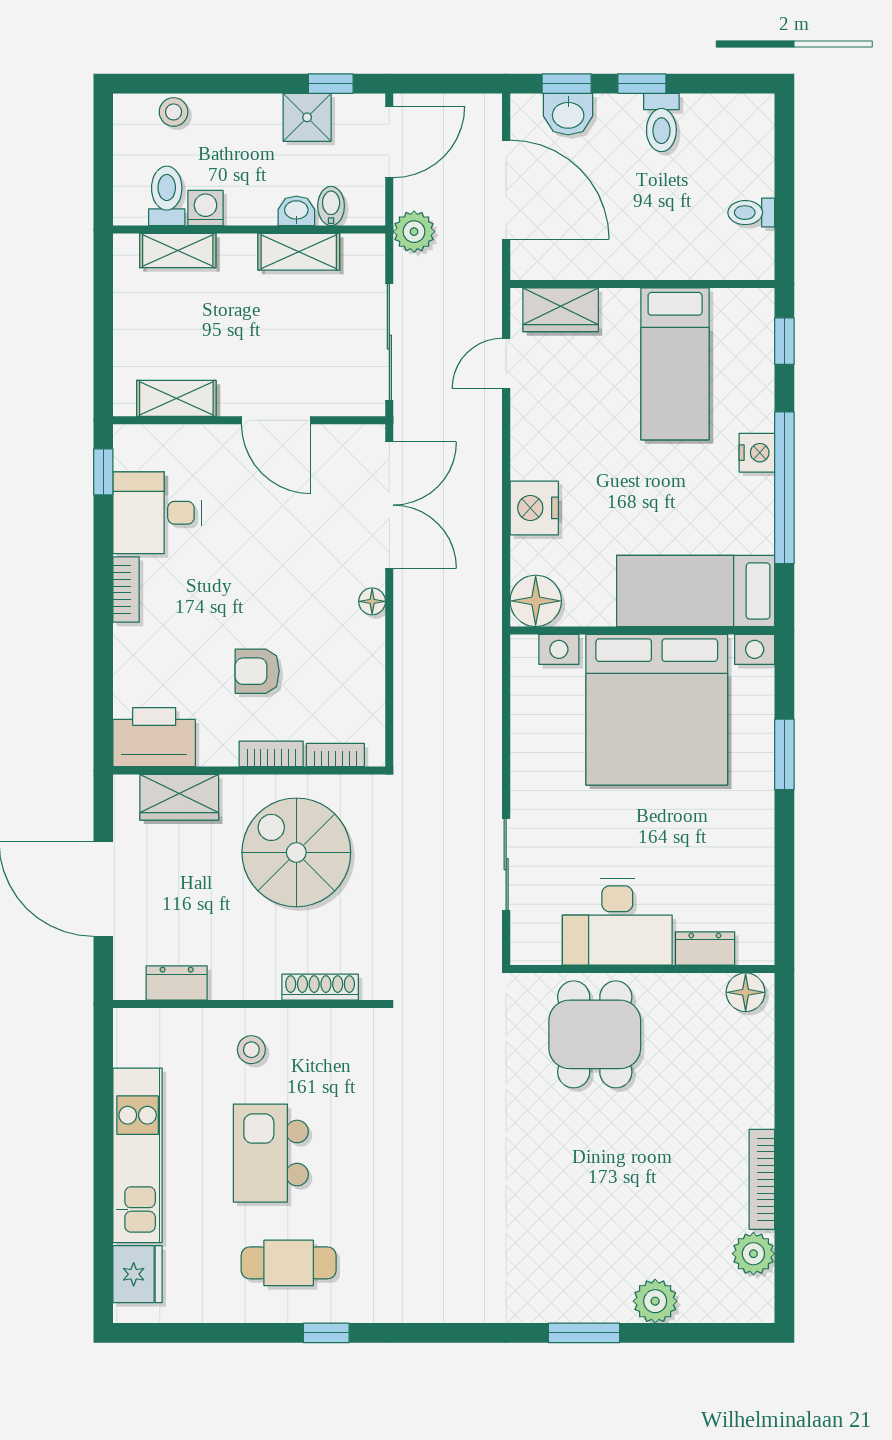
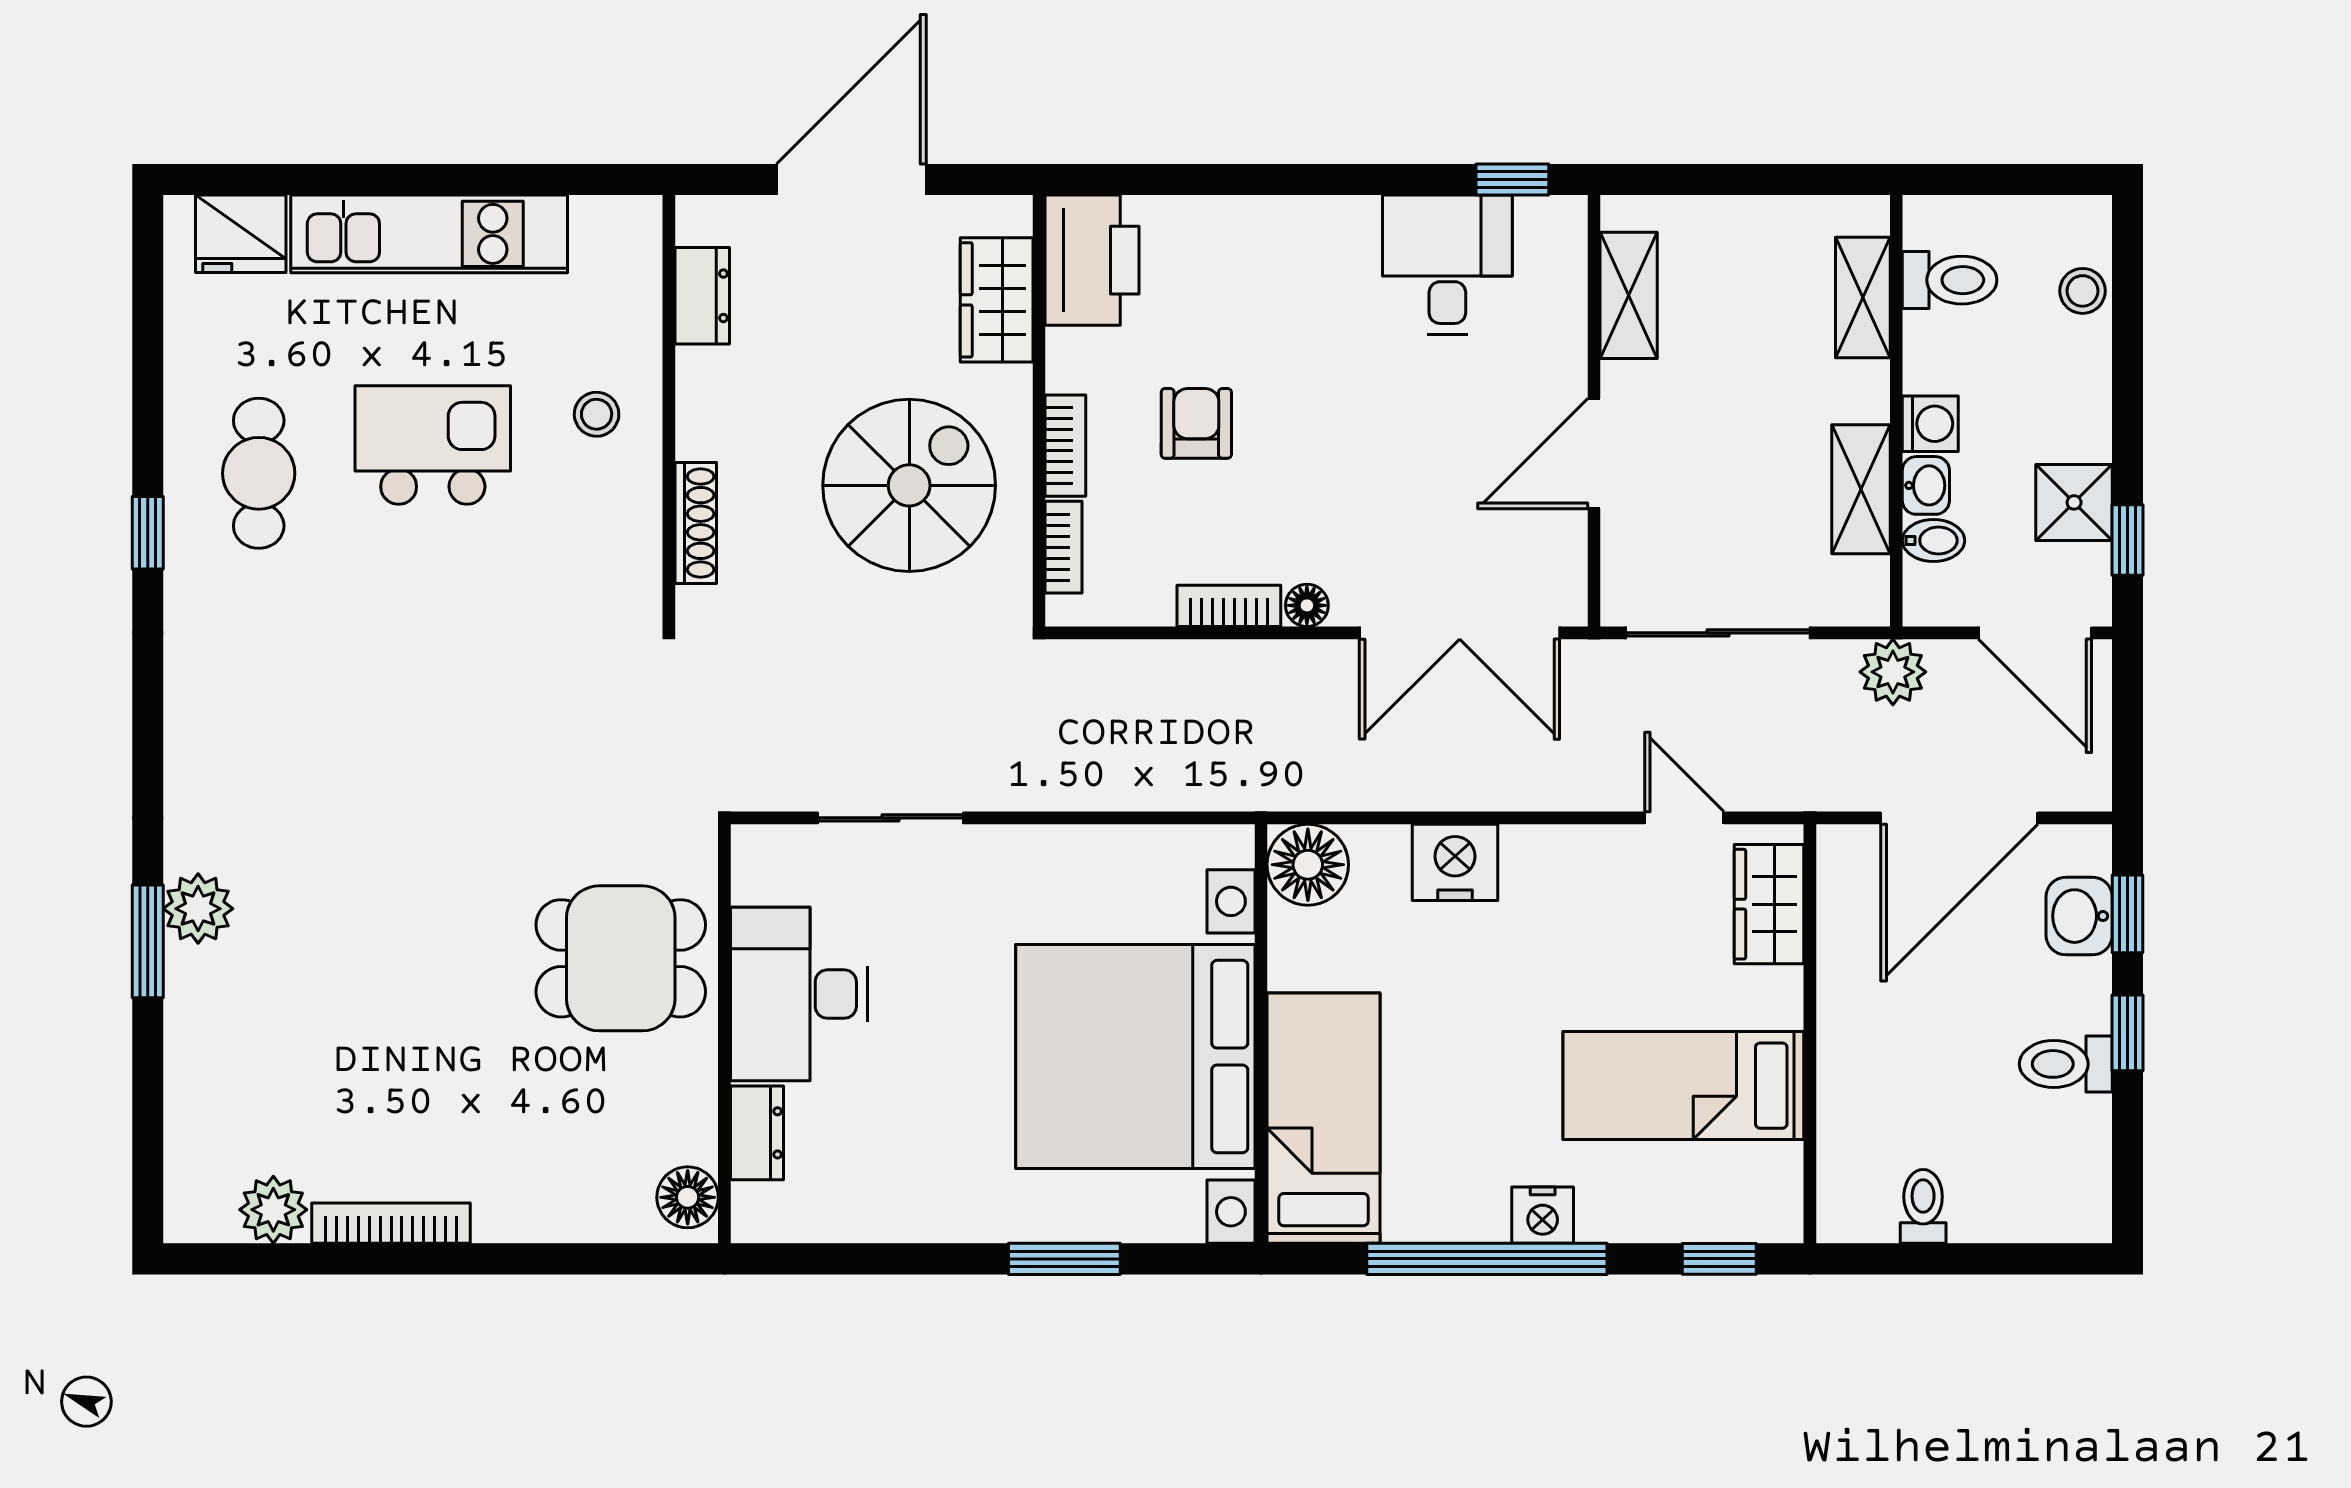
washing machine: (205, 208) -> (1930, 424), moved
bookcase: (126, 590) -> (1229, 606), moved, turned 180
plant: (655, 1301) -> (198, 909), moved

